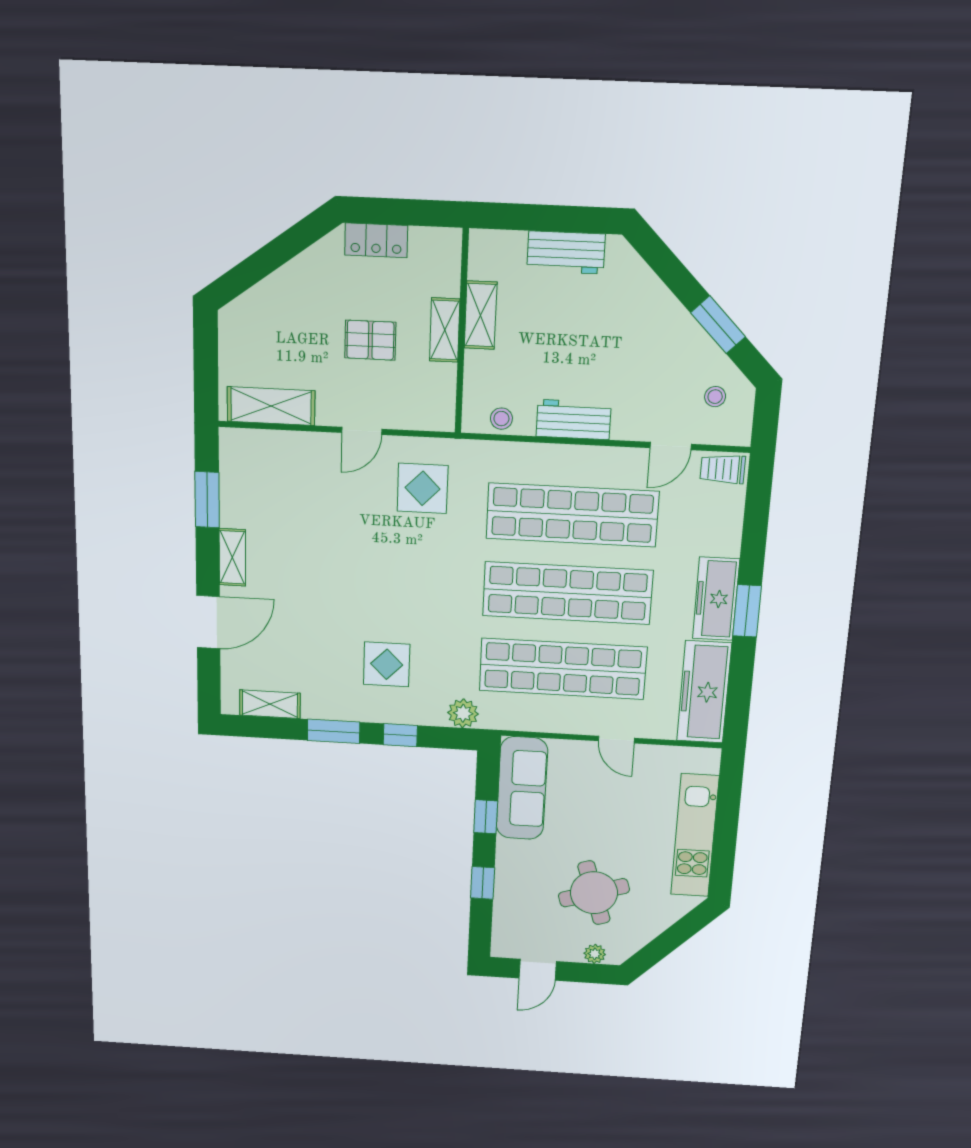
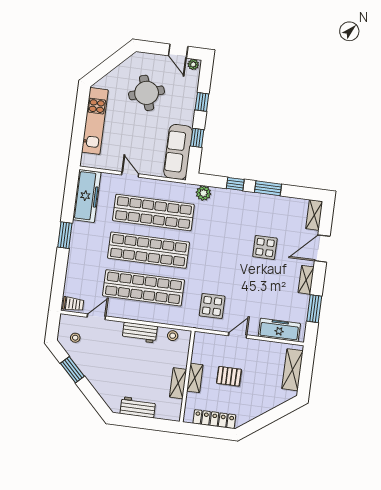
locker: (376, 240) -> (214, 419), width x1.53
shelving: (271, 406) -> (292, 370), moved, turned 90
freezer: (716, 599) -> (279, 330), moved, turned -90
display table: (387, 664) -> (265, 247), moved
shelving: (270, 704) -> (314, 215), moved, turned 90
plant: (595, 954) -> (193, 64), moved
door: (538, 970) -> (178, 51), swing flipped

